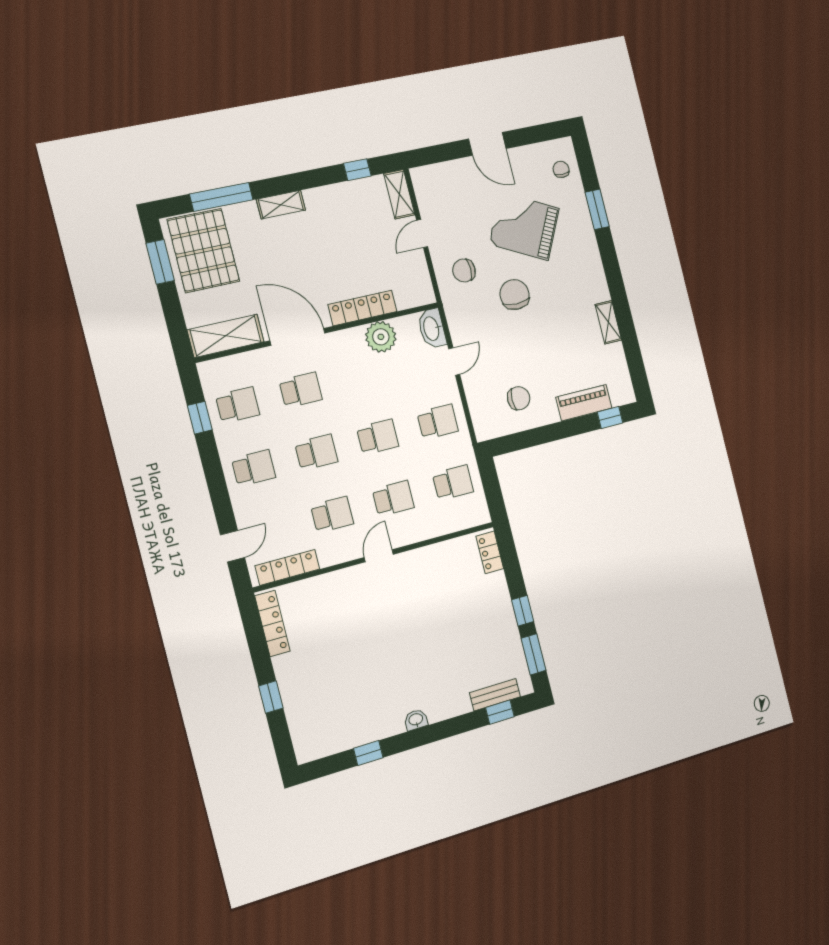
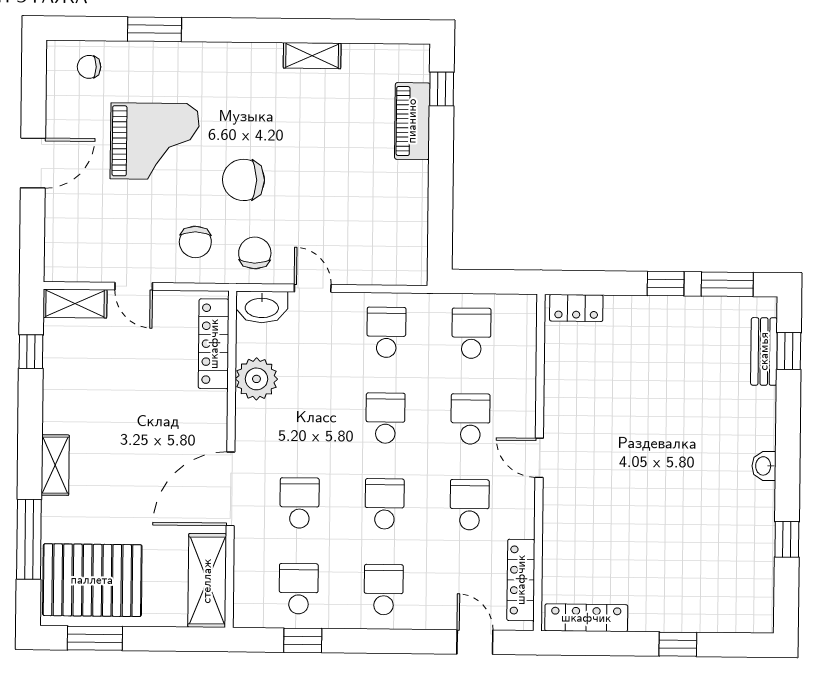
grand piano: (524, 226) -> (155, 141), turned -117
locker: (363, 308) -> (214, 344), moved
chair: (519, 398) -> (255, 253), moved

